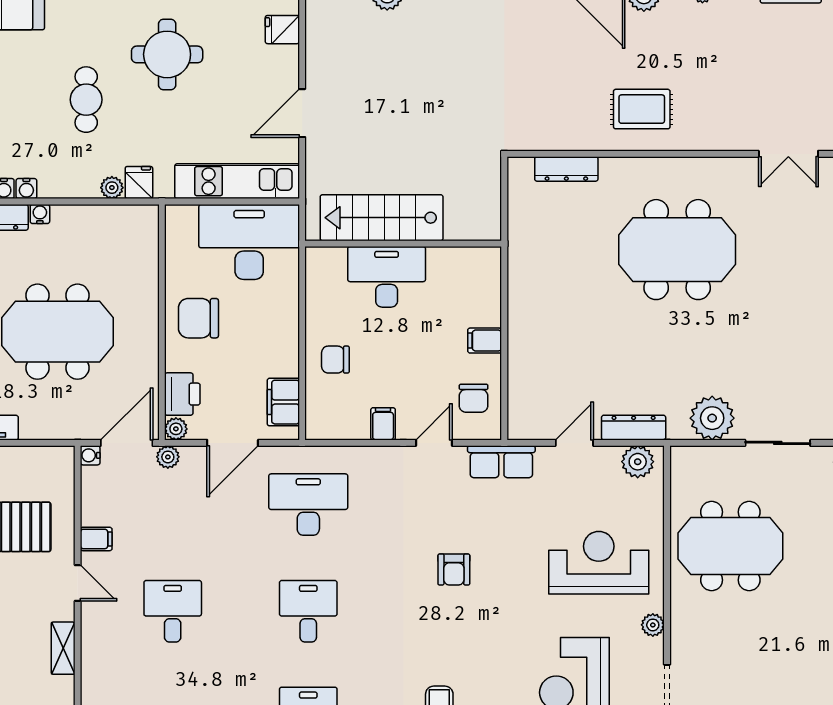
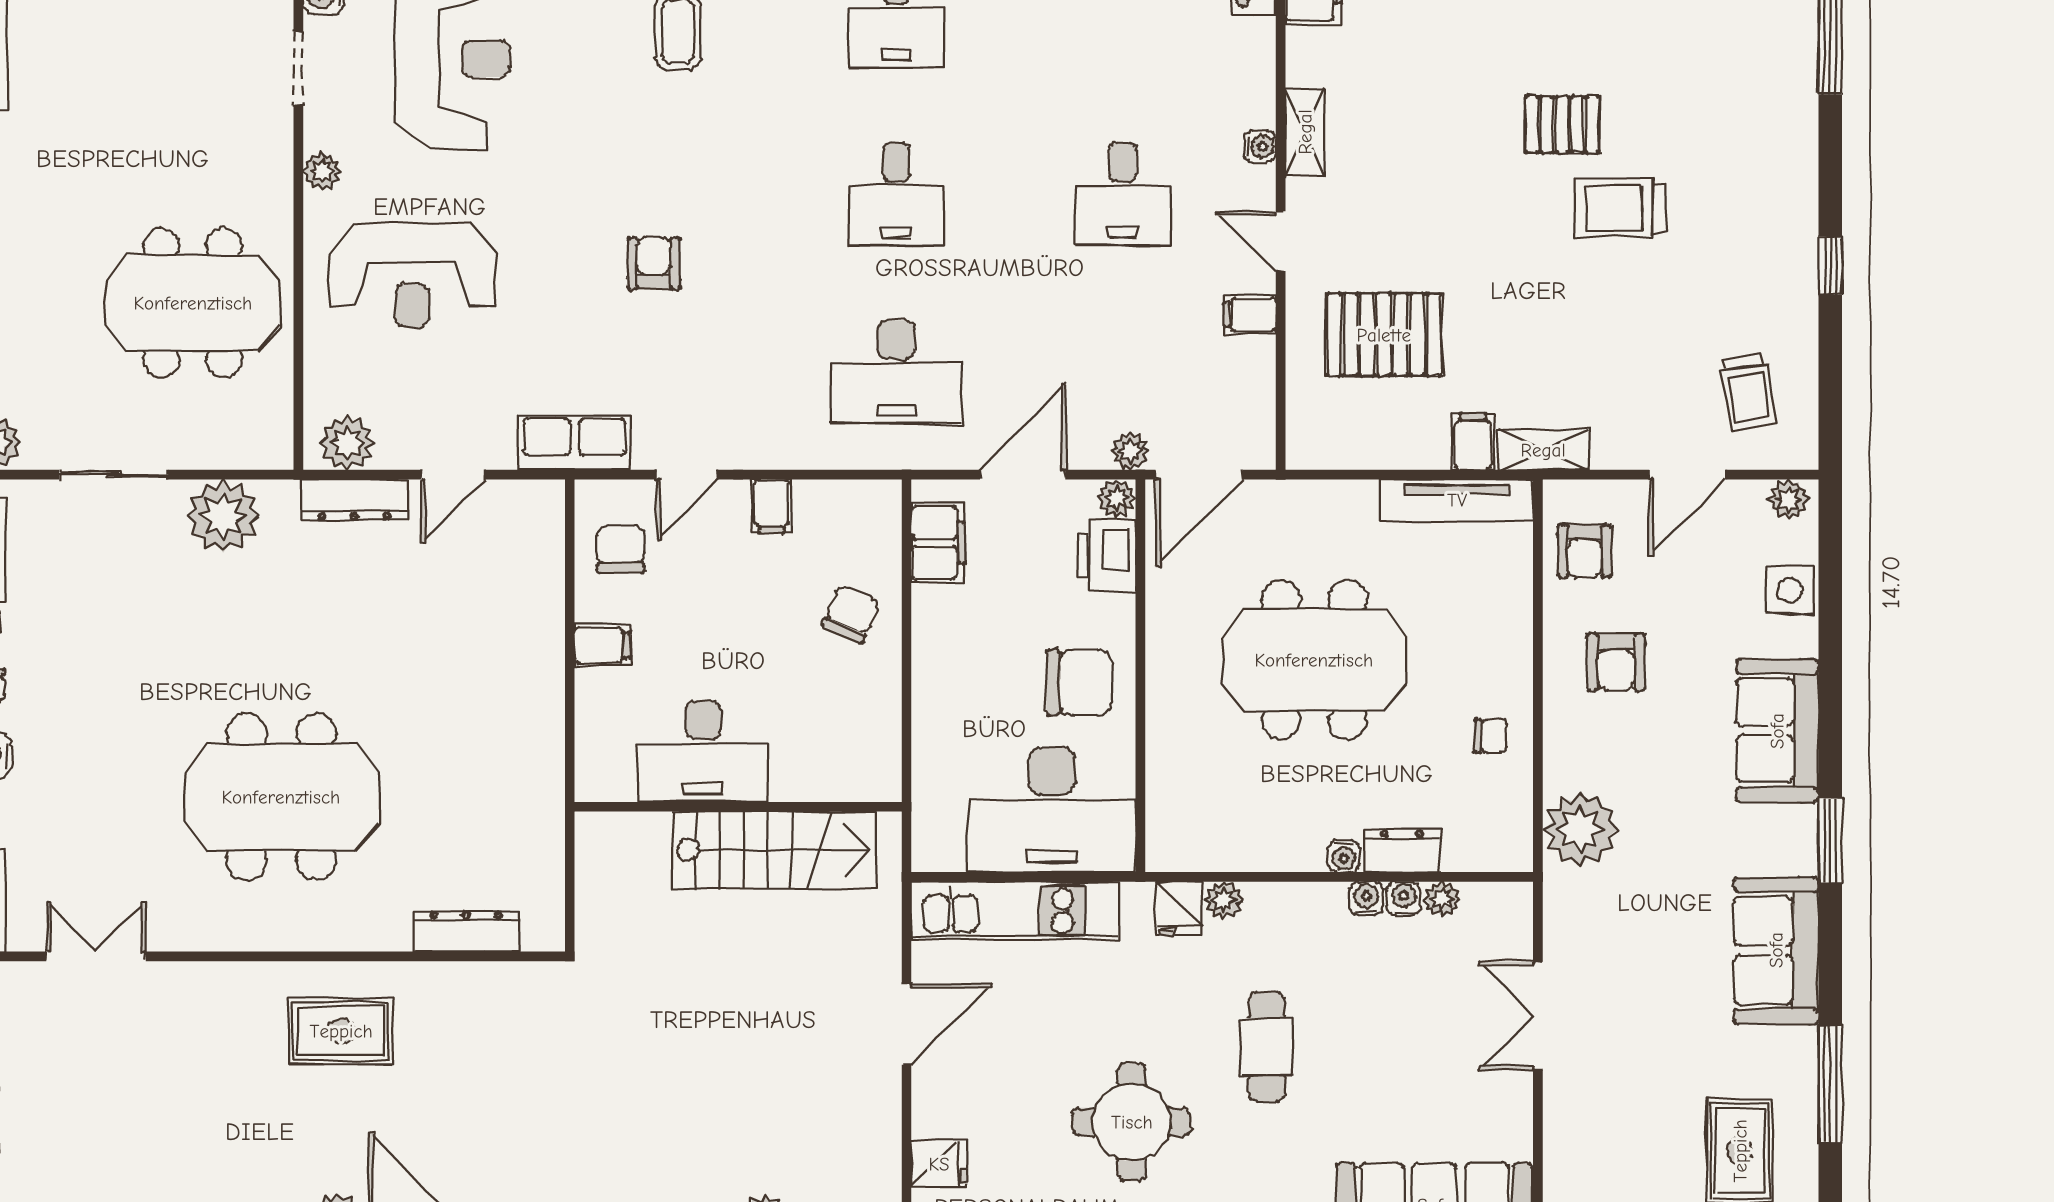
desk: (249, 242) -> (1052, 810), moved
desk: (387, 277) -> (703, 751), moved
chair: (335, 360) -> (851, 614), turned -67
water cooler: (90, 455) -> (1260, 146), moved

